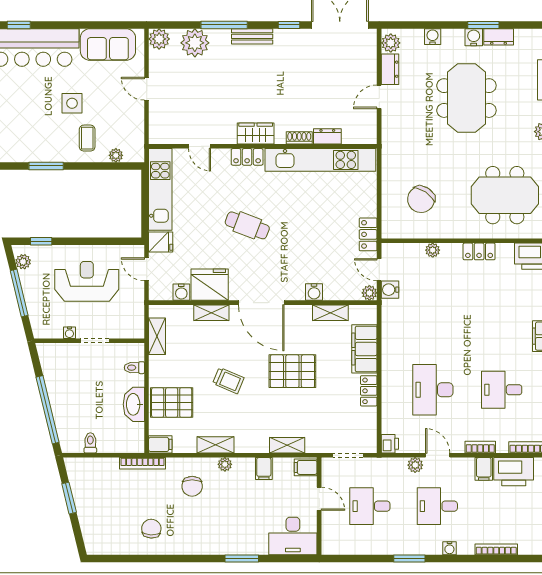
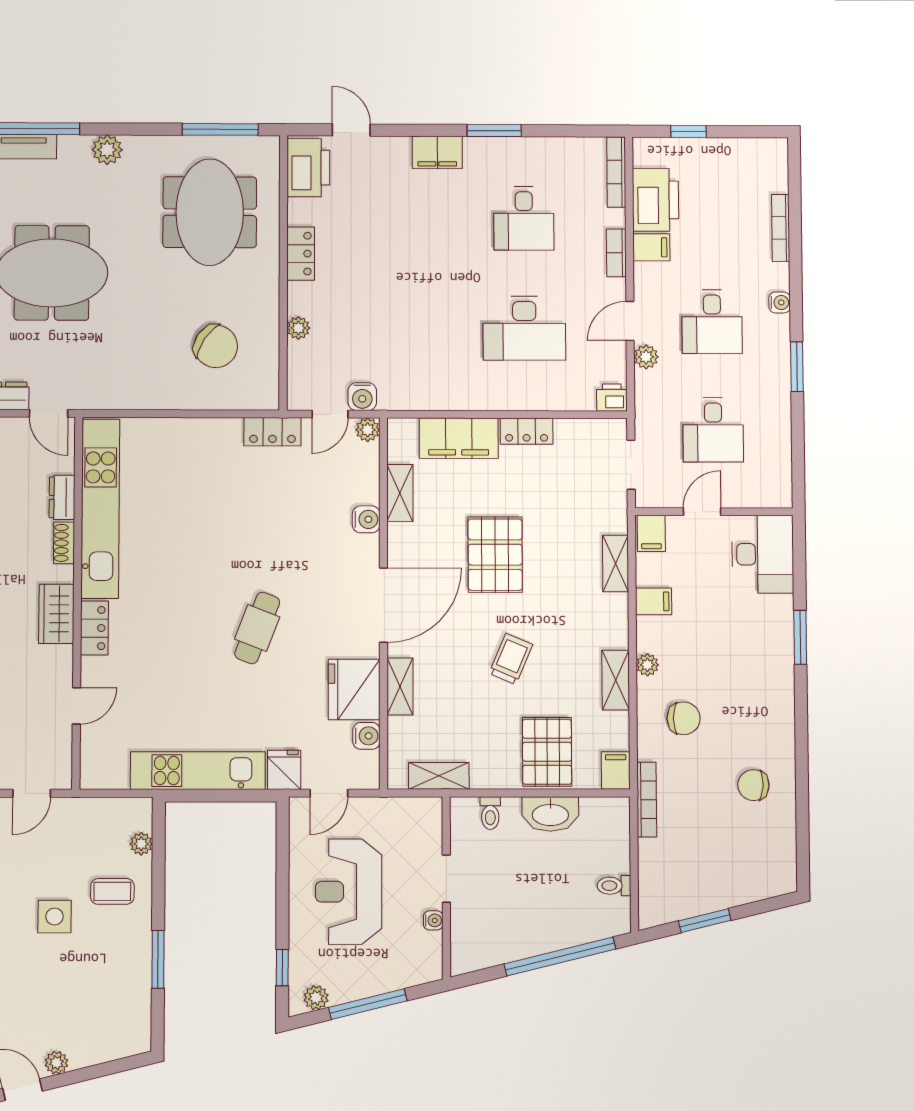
wardrobe: (256, 134) -> (56, 614), moved
dresser: (327, 136) -> (62, 497), moved
shoe rack: (299, 138) -> (64, 543), moved
door: (200, 146) -> (76, 706), moved
wall: (263, 146) -> (77, 602), moved
locker: (247, 157) -> (94, 628), moved
kitchen unit: (320, 160) -> (100, 509), moved

